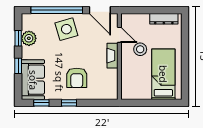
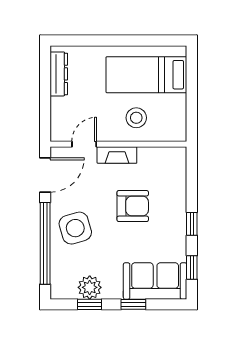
stool: (140, 49) -> (136, 118), moved
armchair: (77, 78) -> (133, 206), moved

